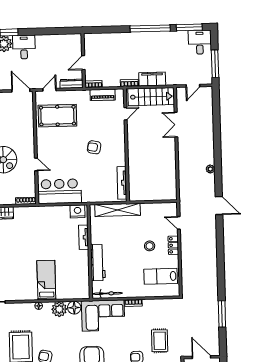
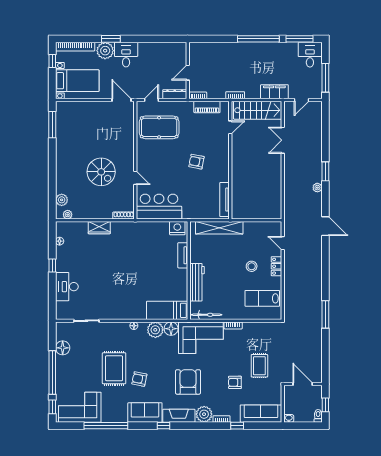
filing cabinet: (152, 79) -> (274, 92), moved
window: (217, 153) -> (325, 171), added
bed: (46, 280) -> (167, 310), moved, turned -90
window: (222, 314) -> (325, 314), moved

